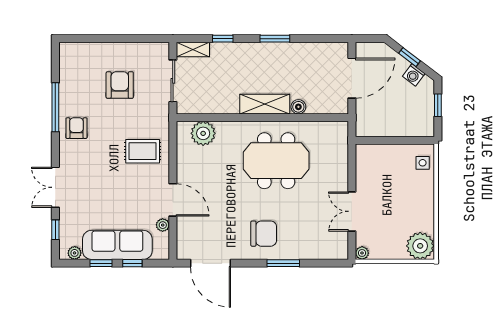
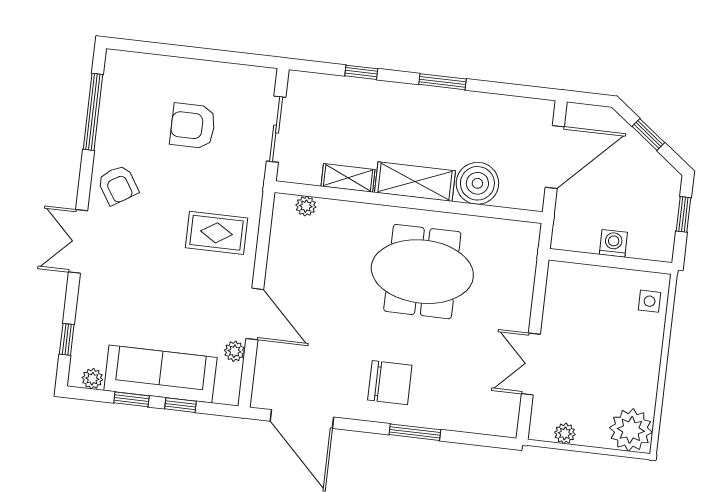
shelving: (193, 50) -> (348, 178), moved
washing machine: (414, 75) -> (613, 243), moved, turned 143
armchair: (120, 85) -> (193, 126), turned -90
window: (55, 107) -> (93, 112), moved
boiler: (298, 107) -> (477, 183), width x1.86, depth x1.86
armchair: (76, 128) -> (118, 185), turned 148
plant: (203, 133) -> (306, 206), width x0.53, depth x0.53
double door: (55, 187) -> (78, 241), moved
plant: (362, 253) -> (565, 433), moved

